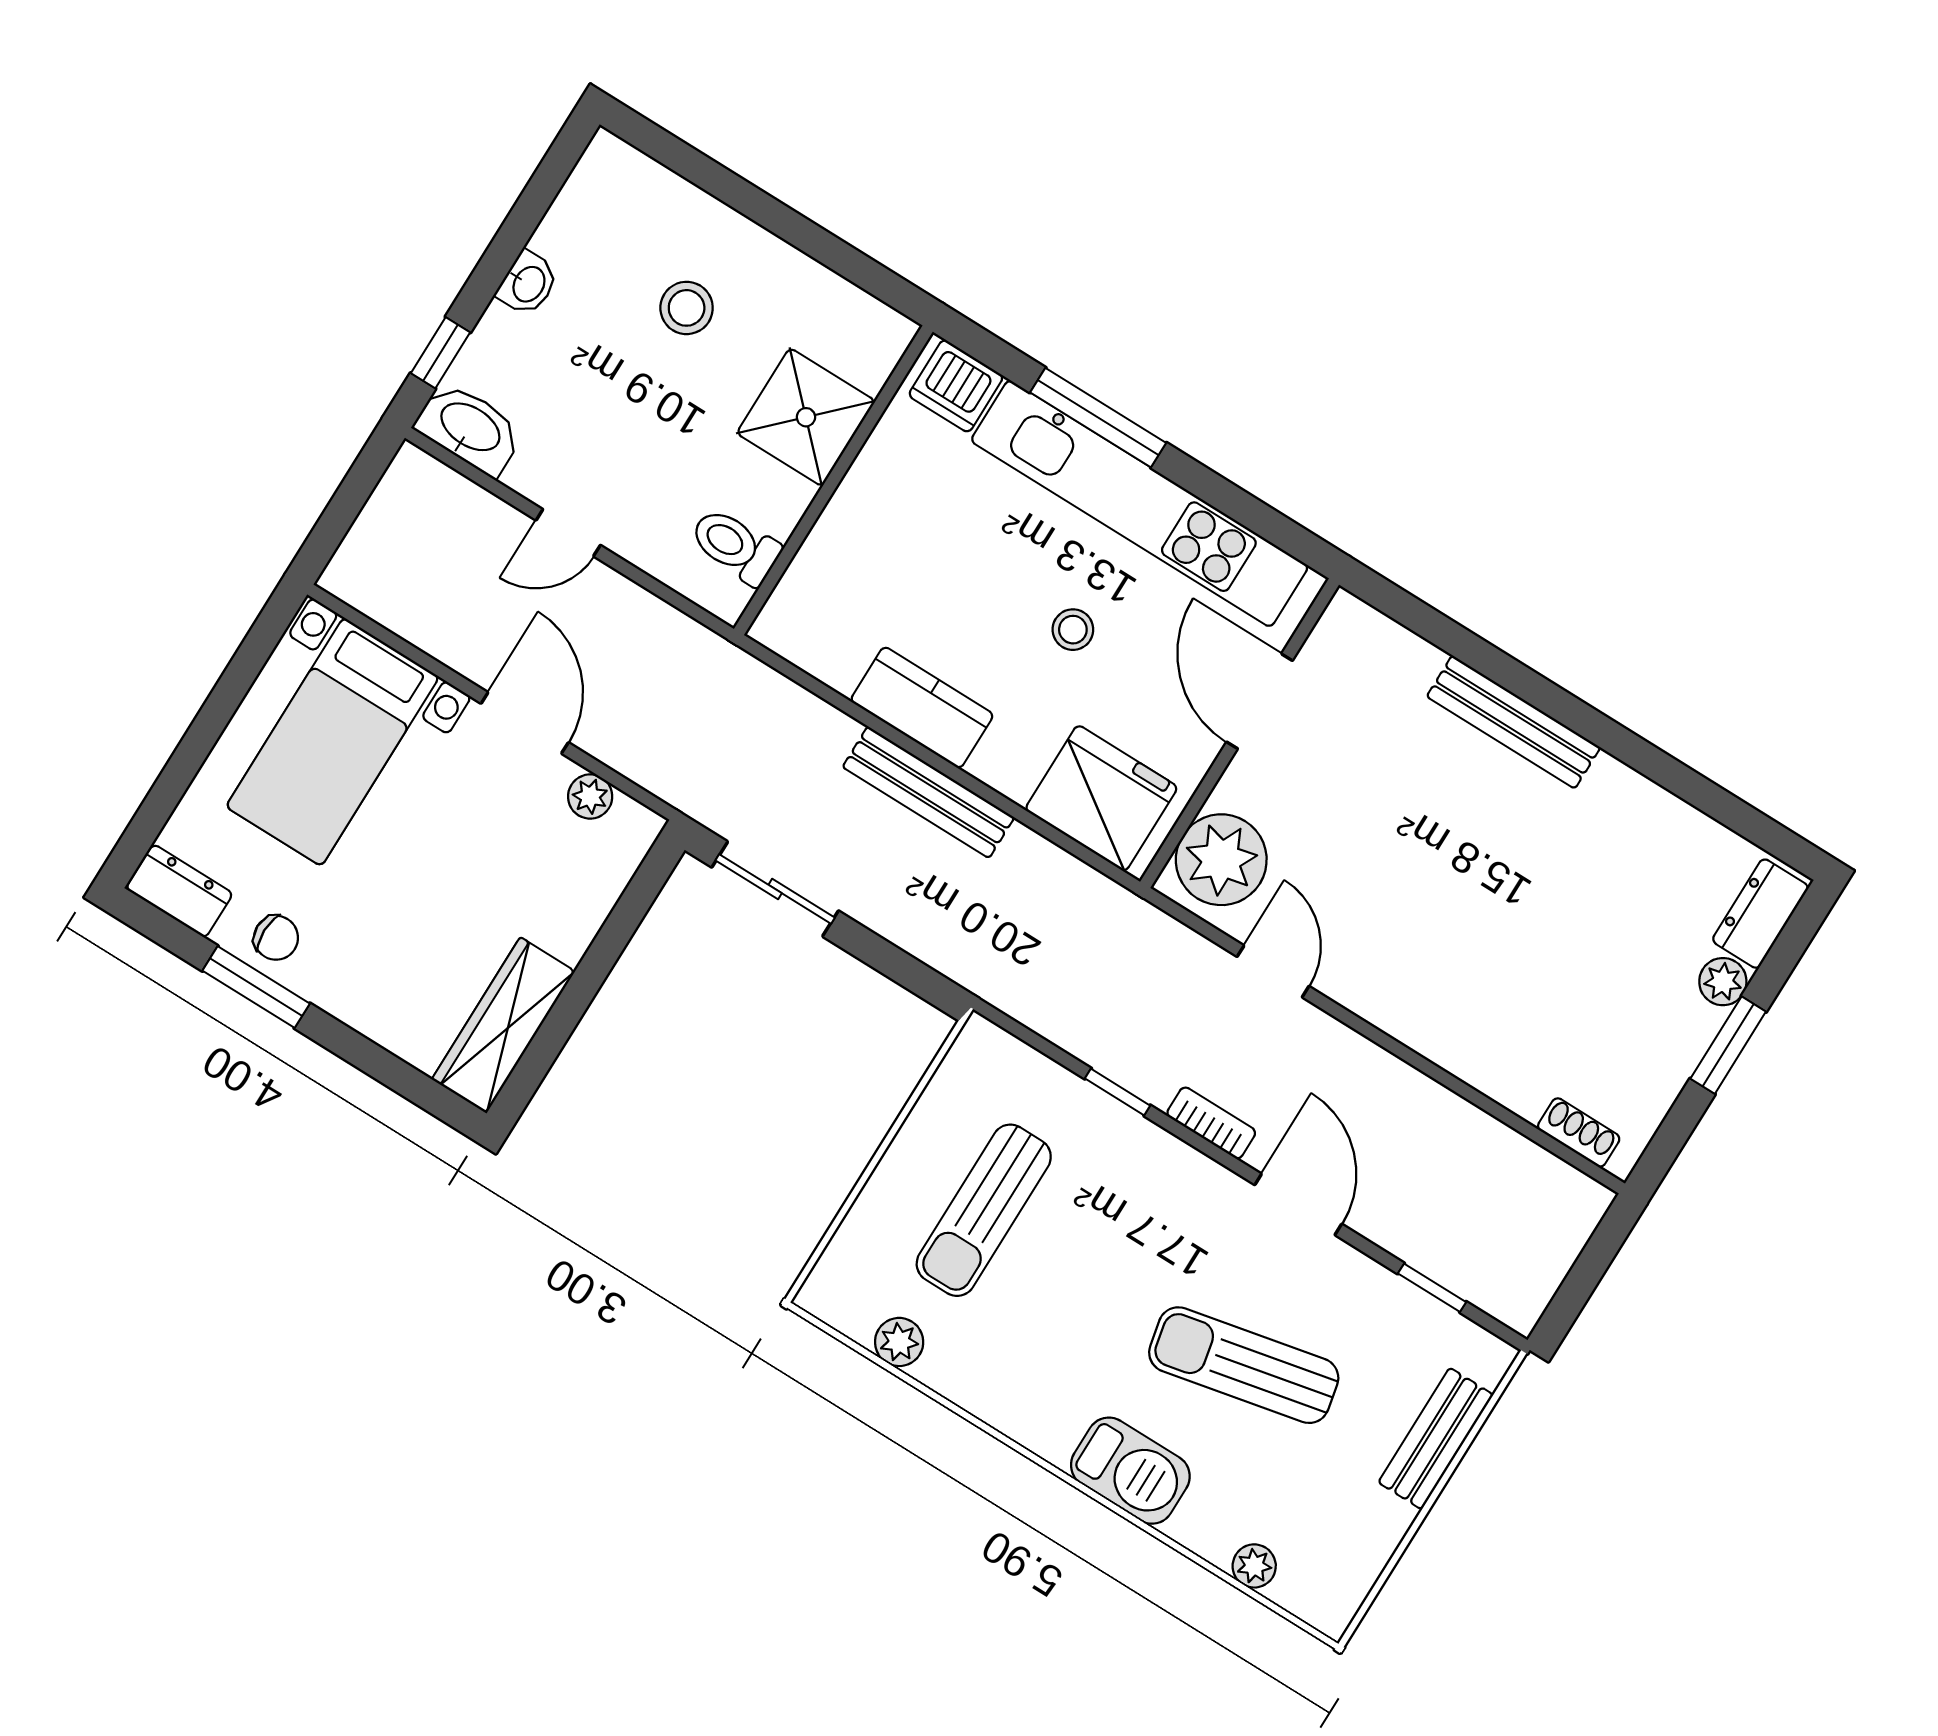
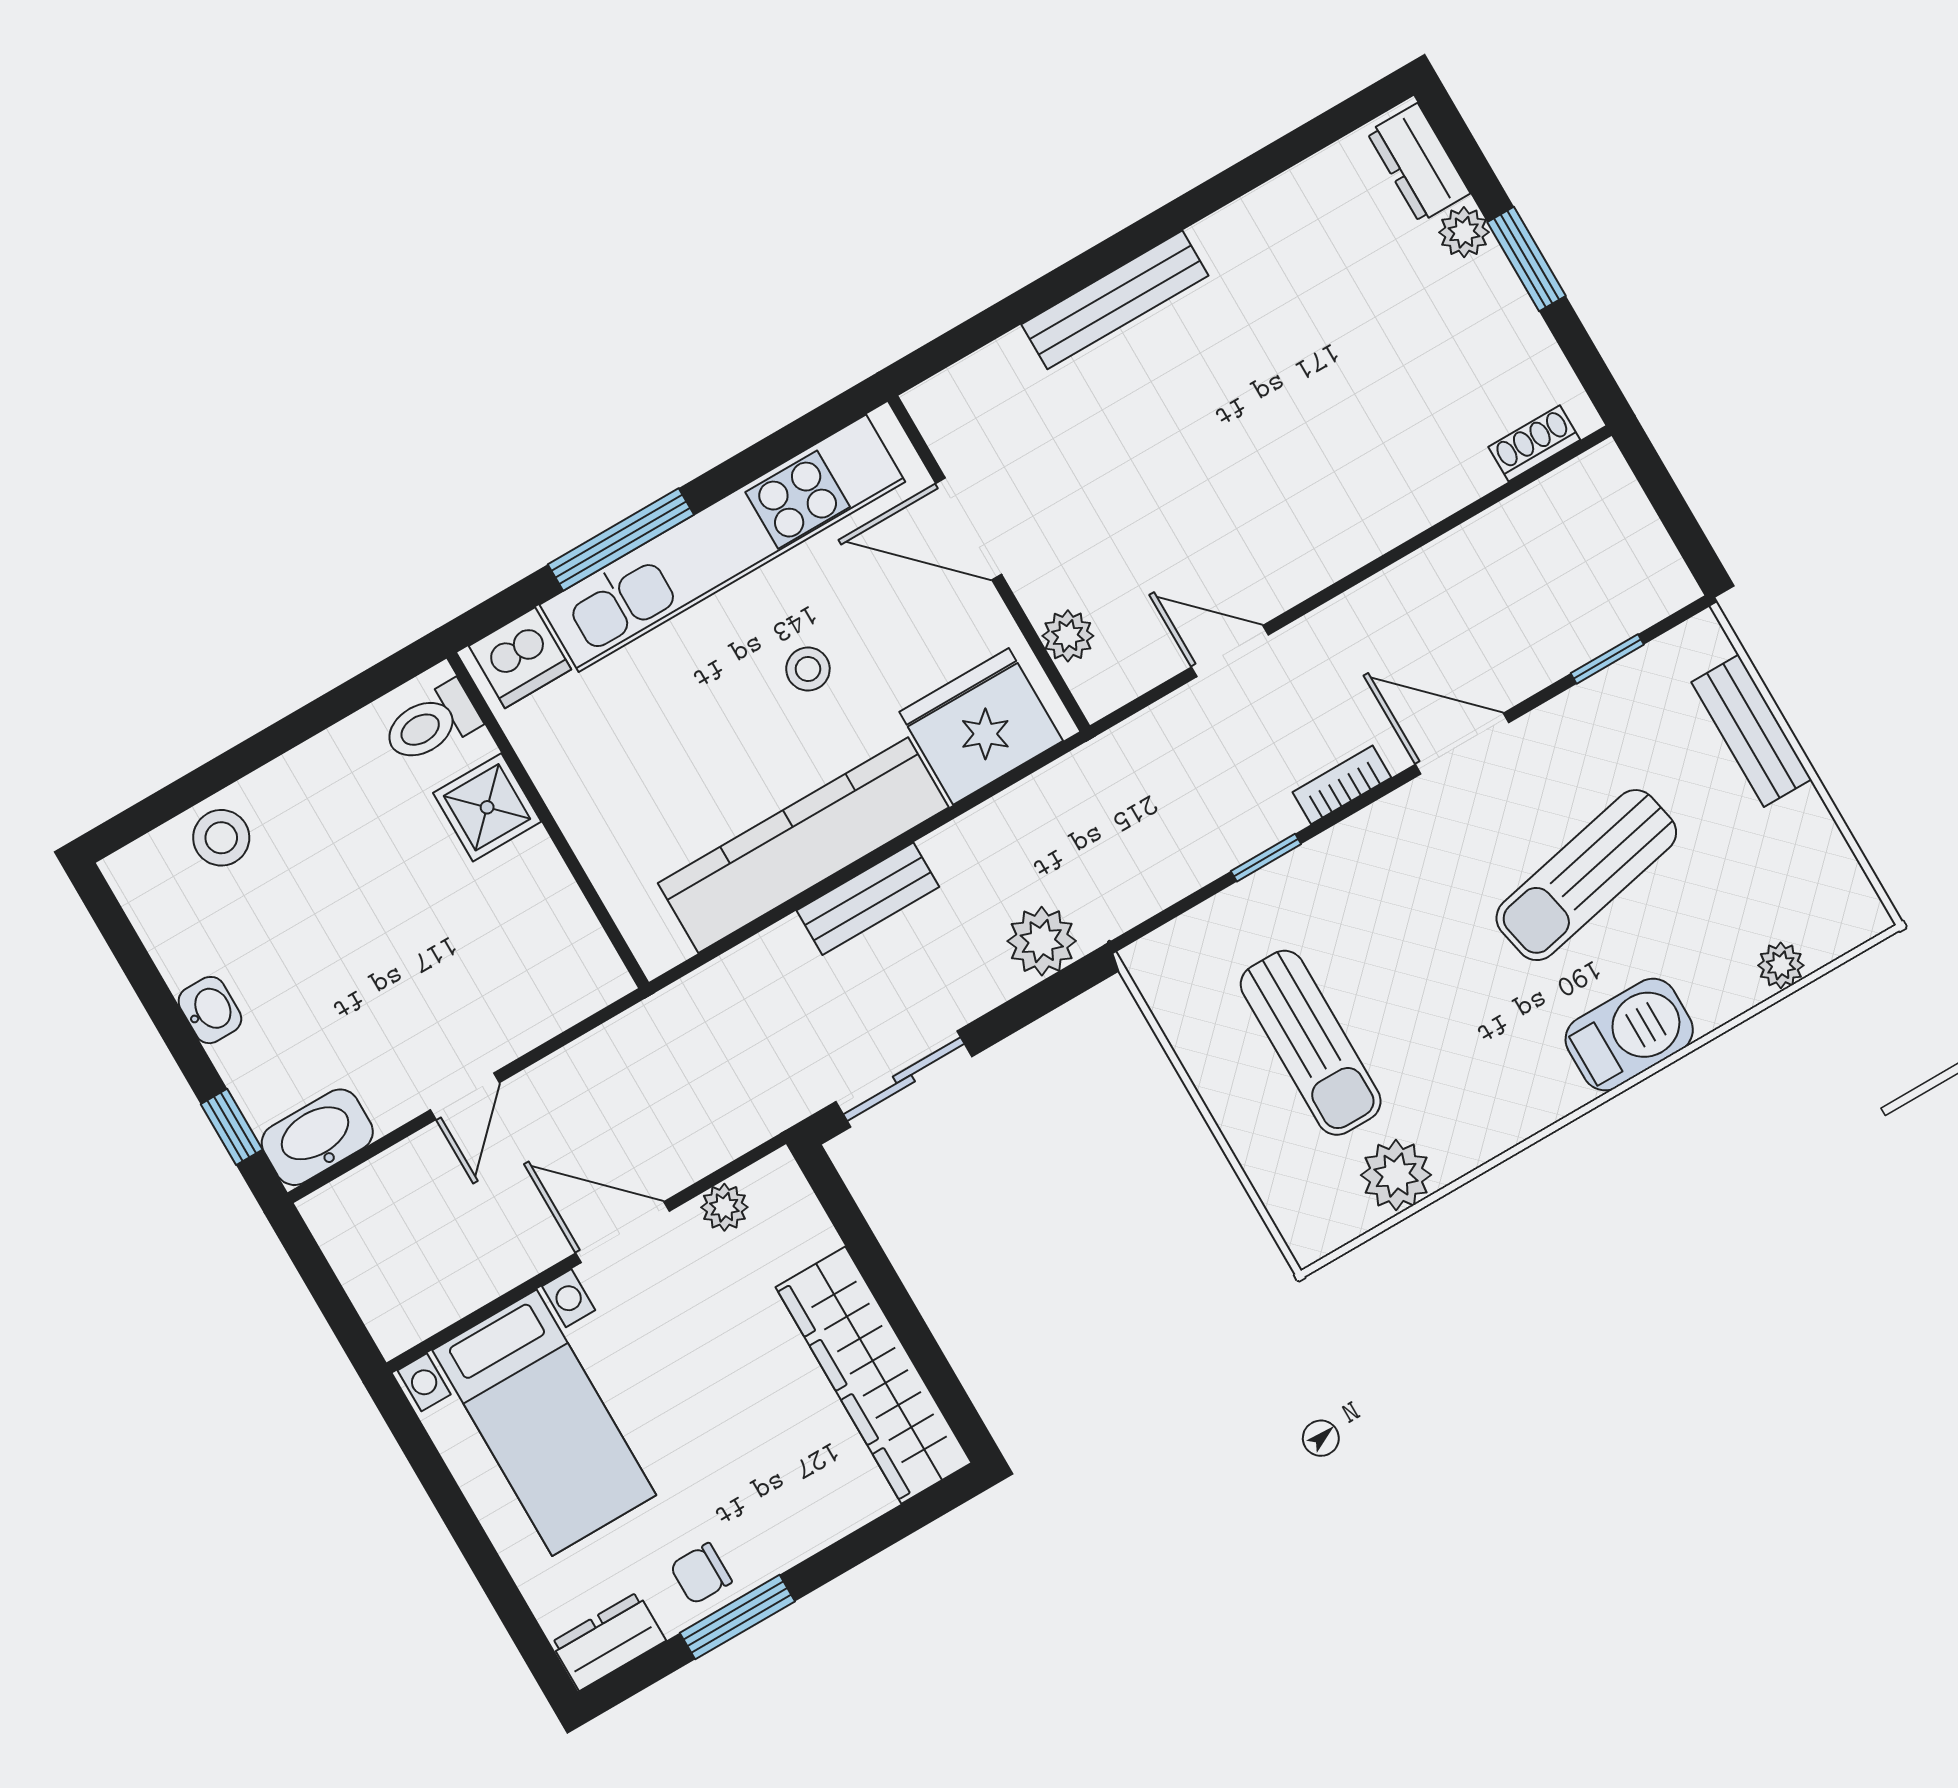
stool: (687, 308) -> (221, 838), moved
shower: (806, 417) -> (487, 807), width x0.73, depth x0.73
toilet: (735, 546) -> (431, 723), moved
kitchen counter: (922, 708) -> (803, 845), width x2.08, depth x1.17
bench: (928, 792) -> (868, 899), width x0.73
plant: (1221, 860) -> (1068, 636), width x0.53, depth x0.53
chair: (276, 938) -> (701, 1574), turned 180
plant: (950, 943) -> (1042, 941), added
wardrobe: (503, 1025) -> (873, 1375), width x1.40, depth x1.17
plant: (899, 1342) -> (1396, 1175), width x1.38, depth x1.38

